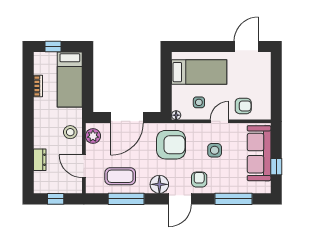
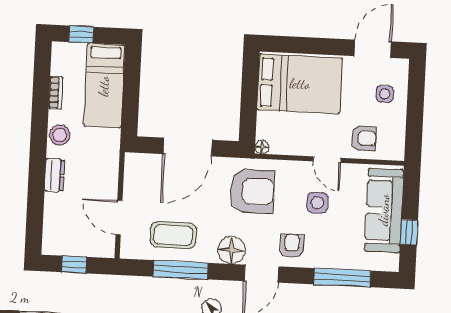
bed: (199, 72) -> (300, 84), width x1.50
side table: (199, 102) -> (385, 94), moved
door: (220, 121) -> (327, 160), swing flipped
stool: (70, 132) -> (60, 135), moved
plant: (93, 136) -> (135, 172), removed
dresser: (40, 160) -> (54, 175), moved

